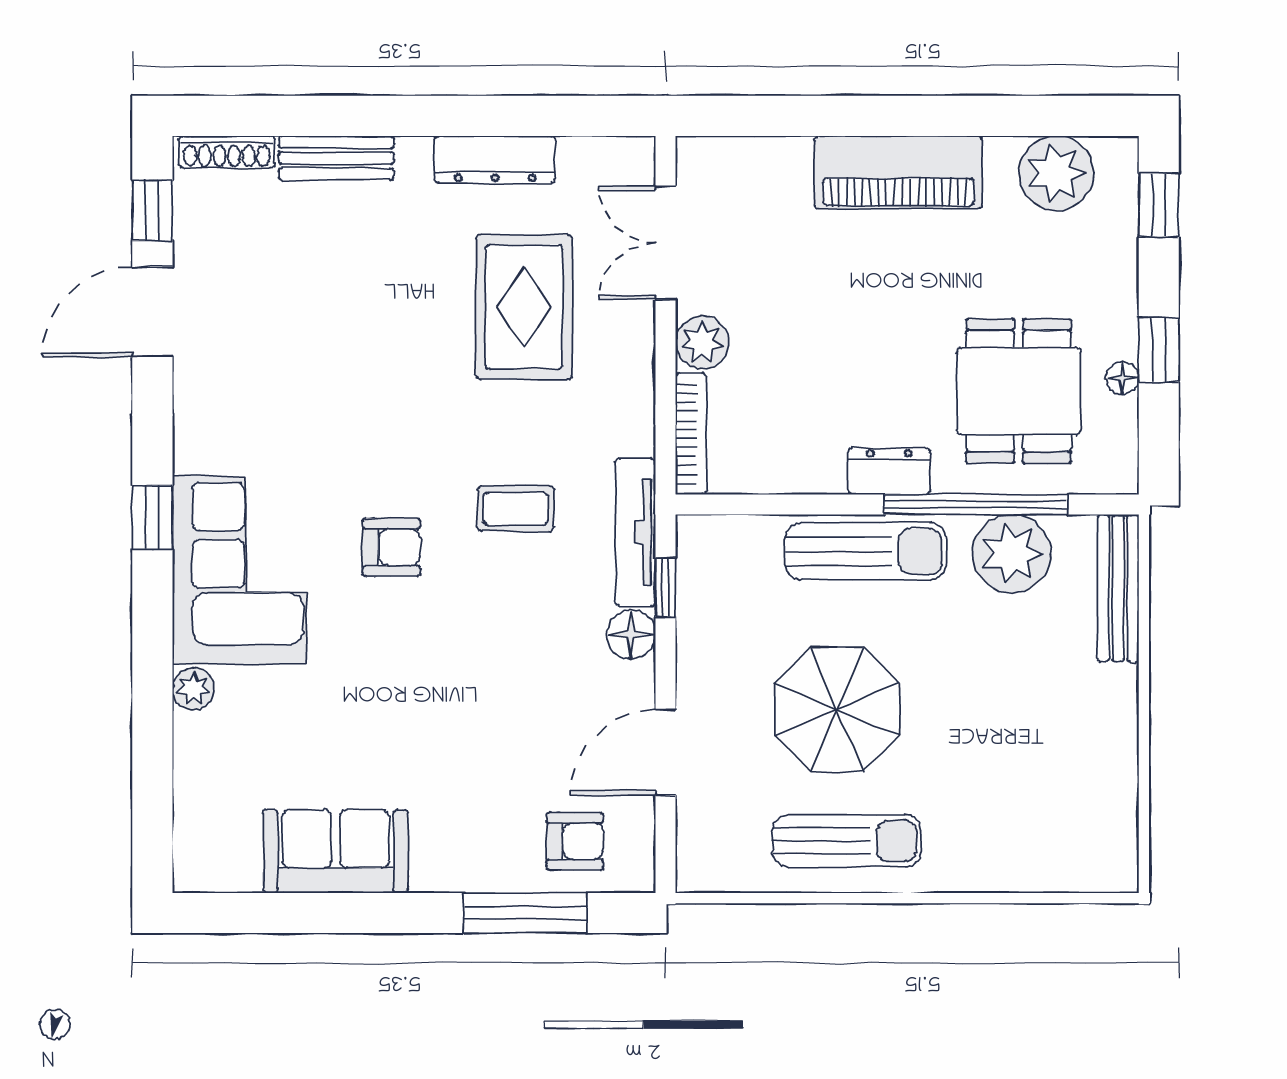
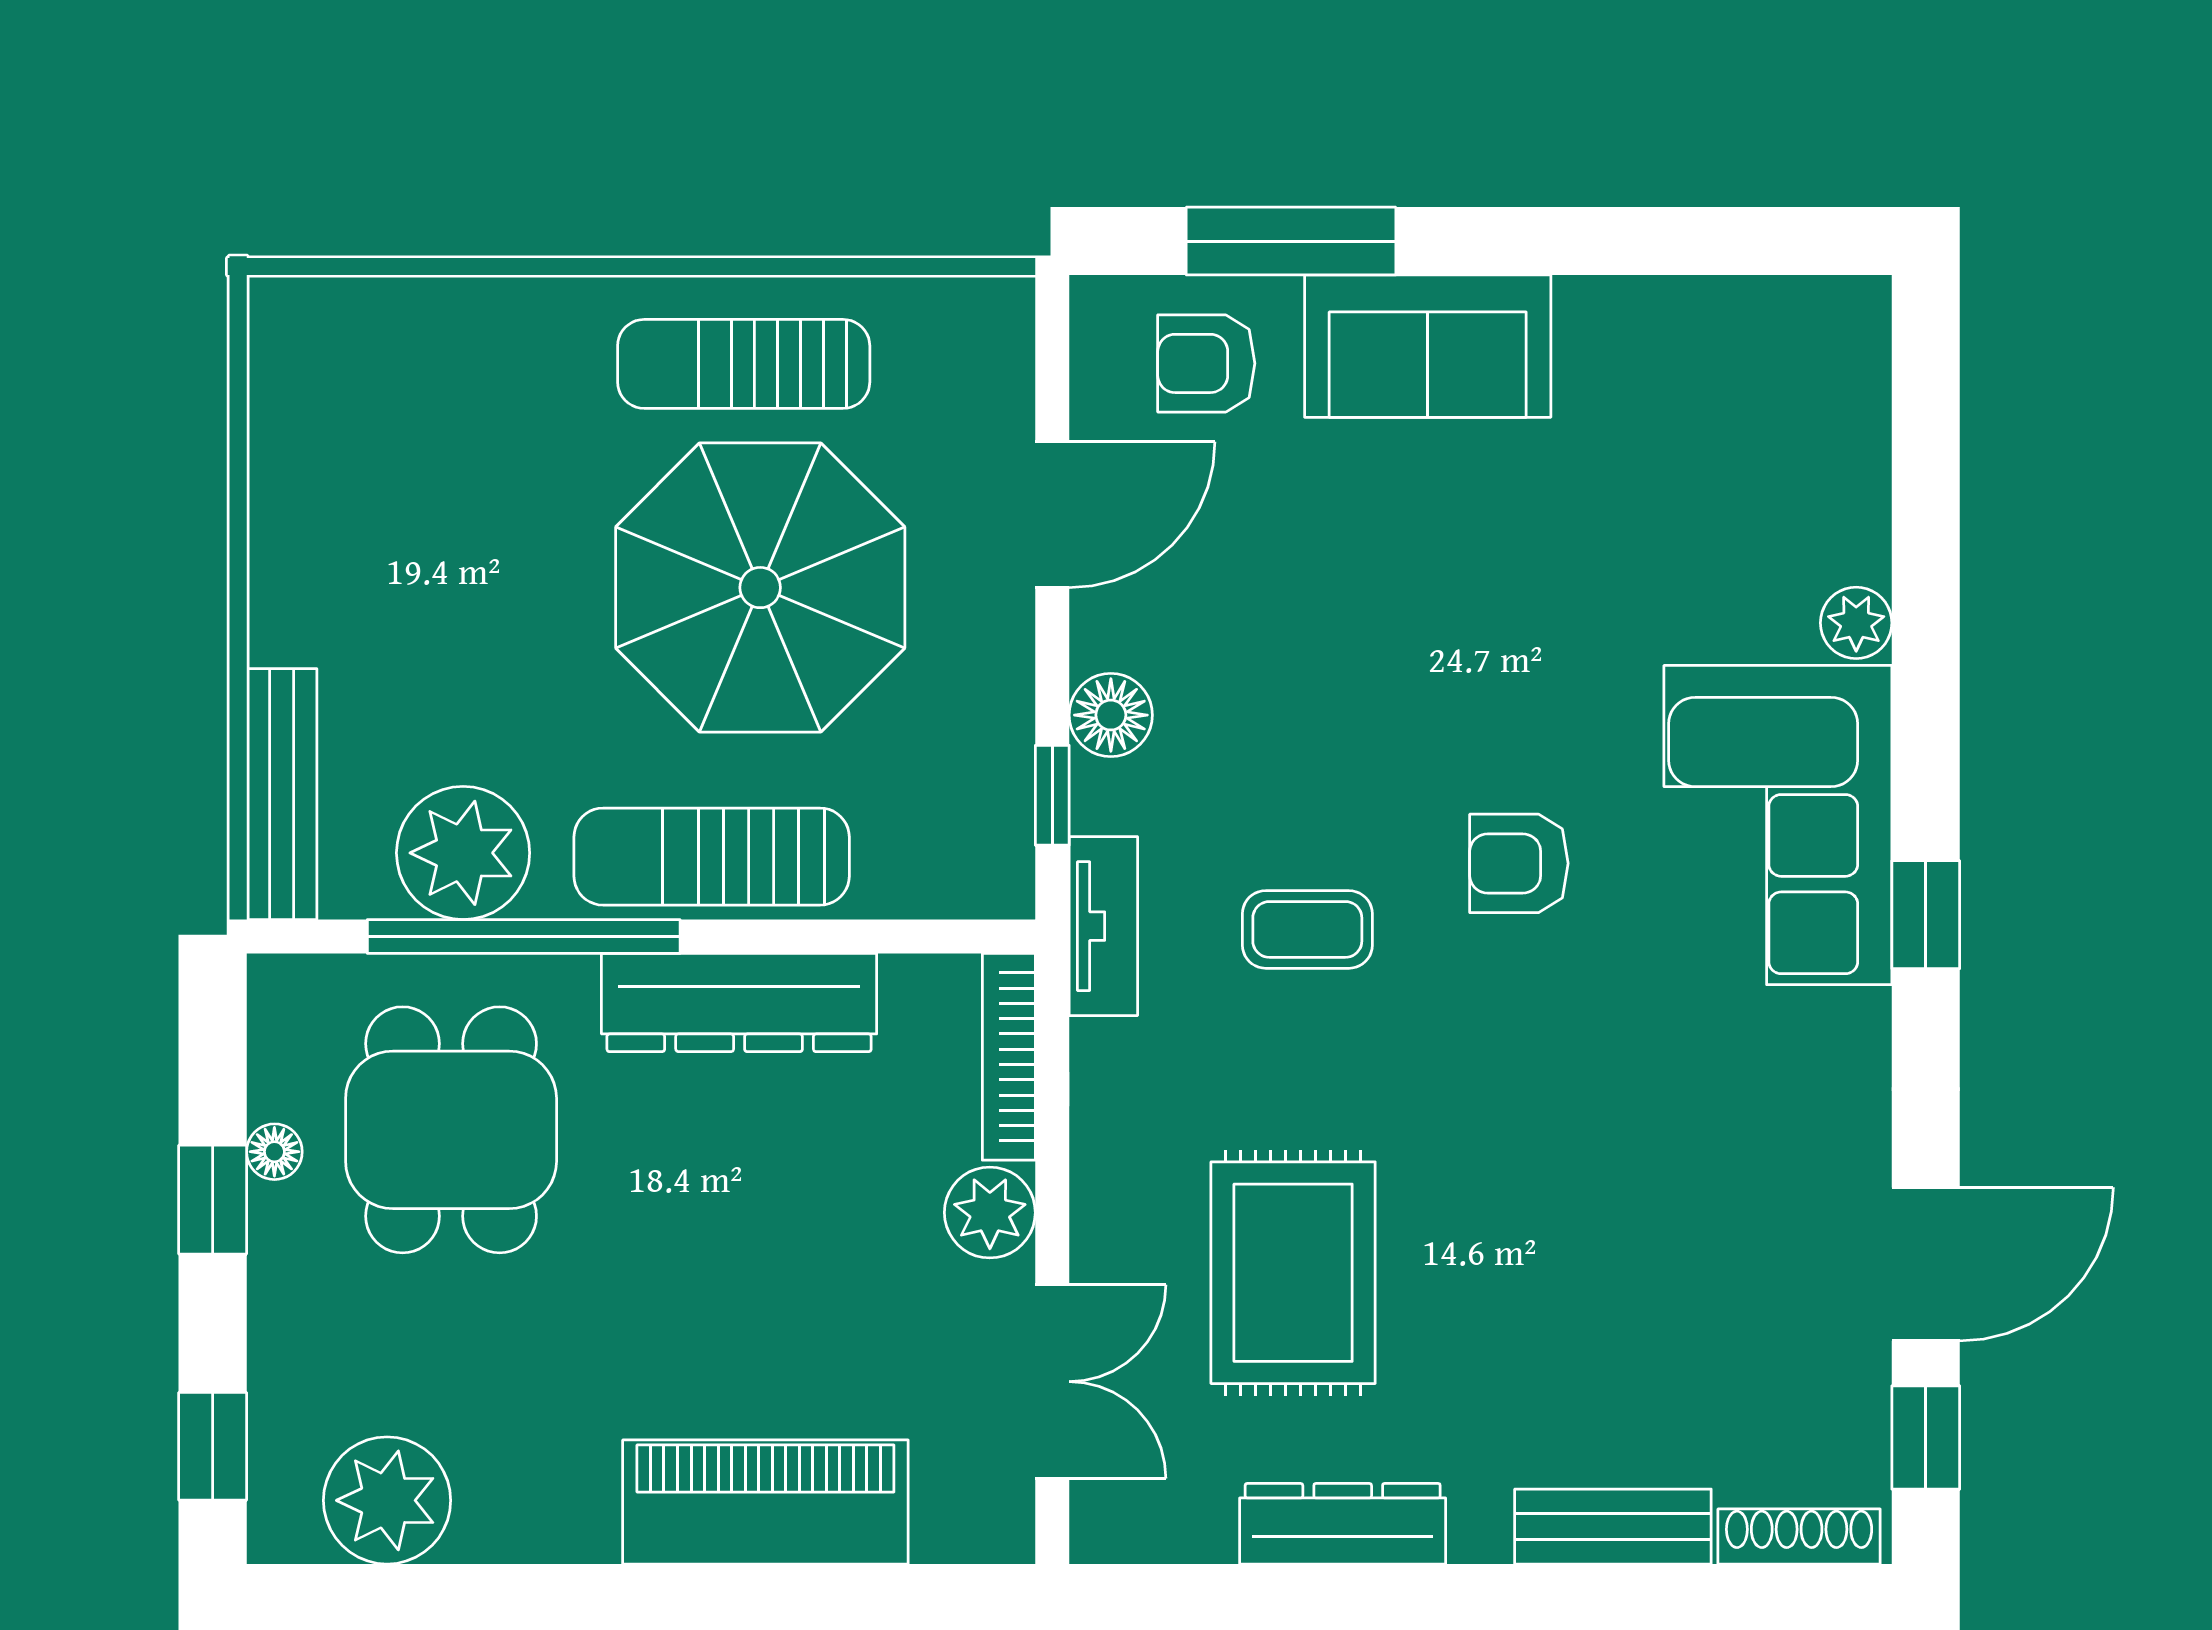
piano: (898, 172) -> (765, 1502), moved
dresser: (889, 471) -> (739, 1003), width x1.96, depth x1.24
tv unit: (635, 532) -> (1103, 926), width x0.71
parasol: (837, 710) -> (760, 588), width x1.36, depth x1.36
sofa: (336, 851) -> (1428, 346), moved

